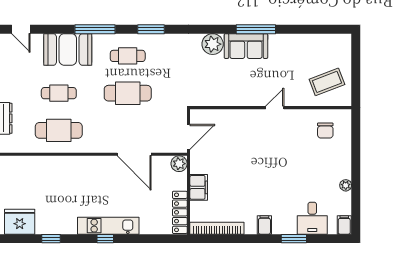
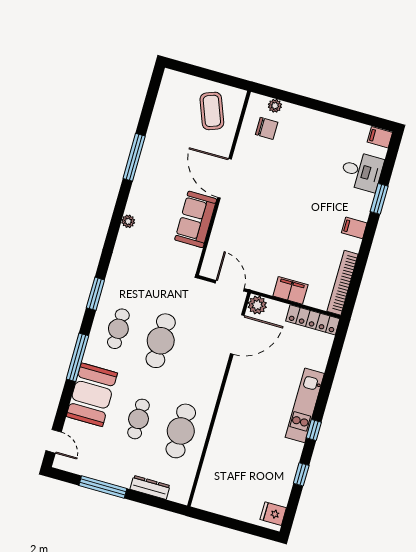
door: (21, 29) -> (54, 441), hinge flipped
window: (256, 29) -> (134, 157), moved
plant: (213, 44) -> (128, 221), width x0.53, depth x0.53
sofa: (246, 46) -> (196, 219), moved, turned 180
door: (275, 108) -> (224, 178), width x1.88
door: (134, 154) -> (237, 334), moved
plant: (346, 185) -> (275, 106), moved
fridge: (20, 222) -> (273, 514), width x0.53, depth x0.75
window: (105, 239) -> (314, 430), moved

